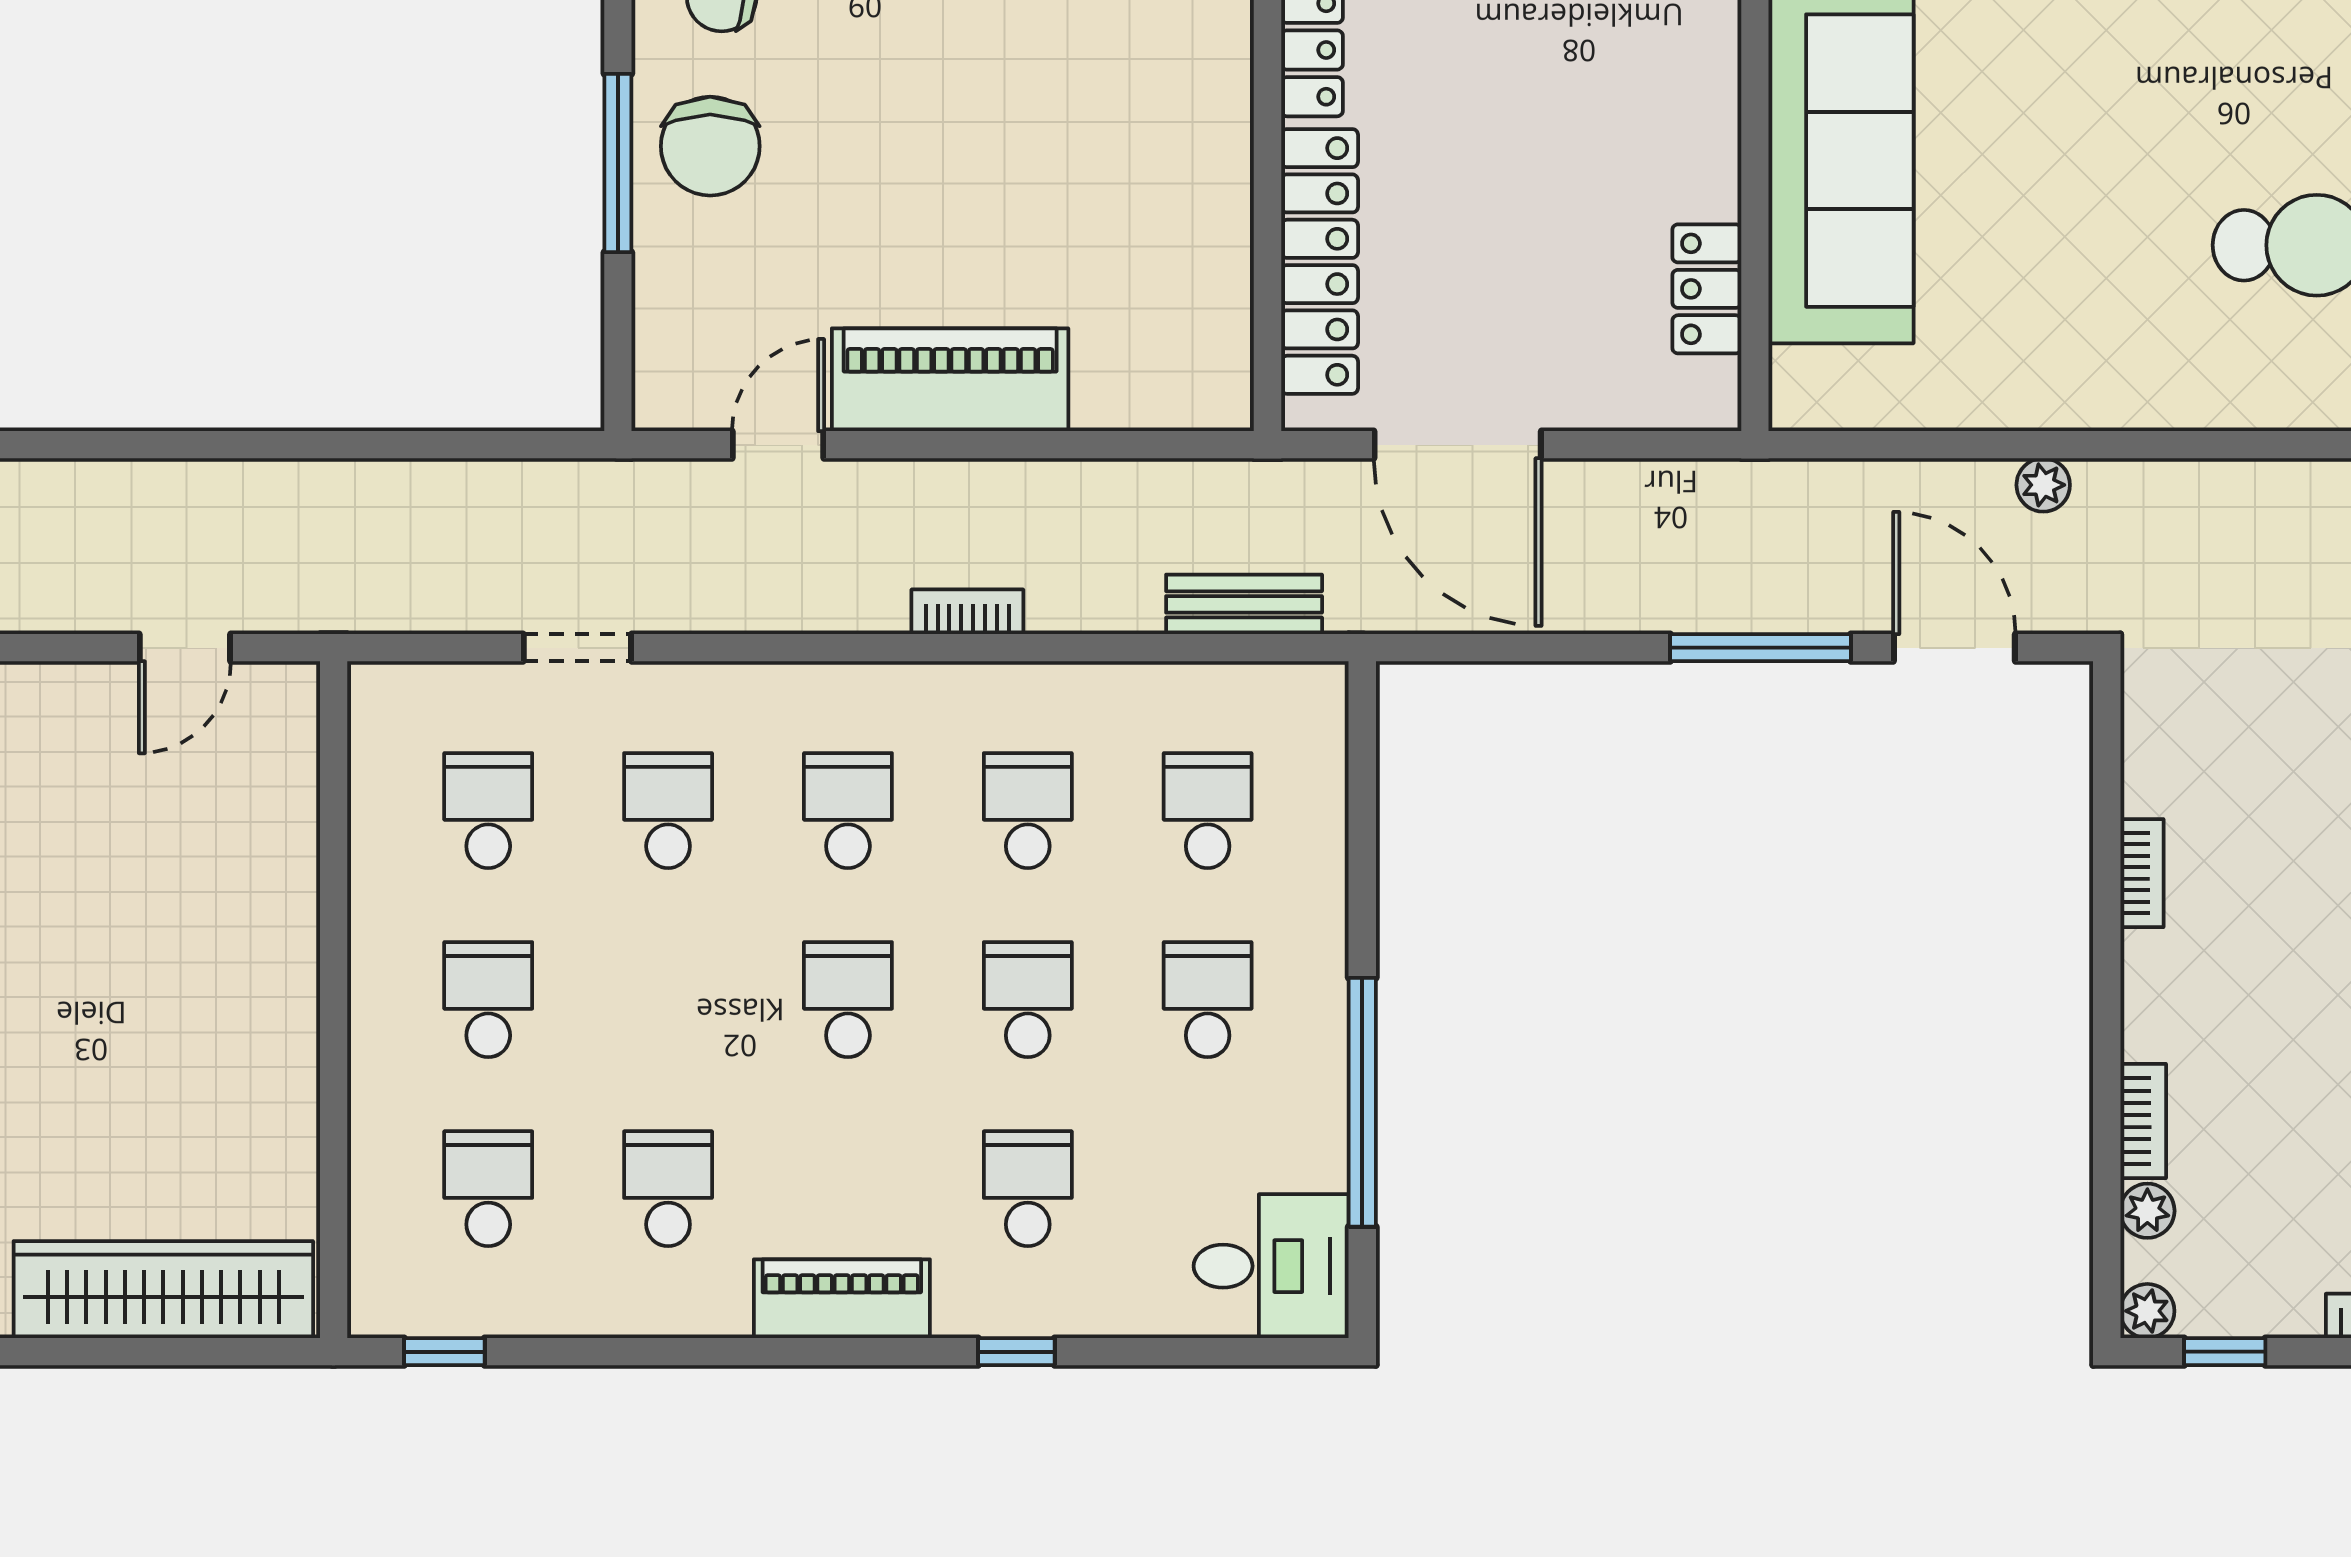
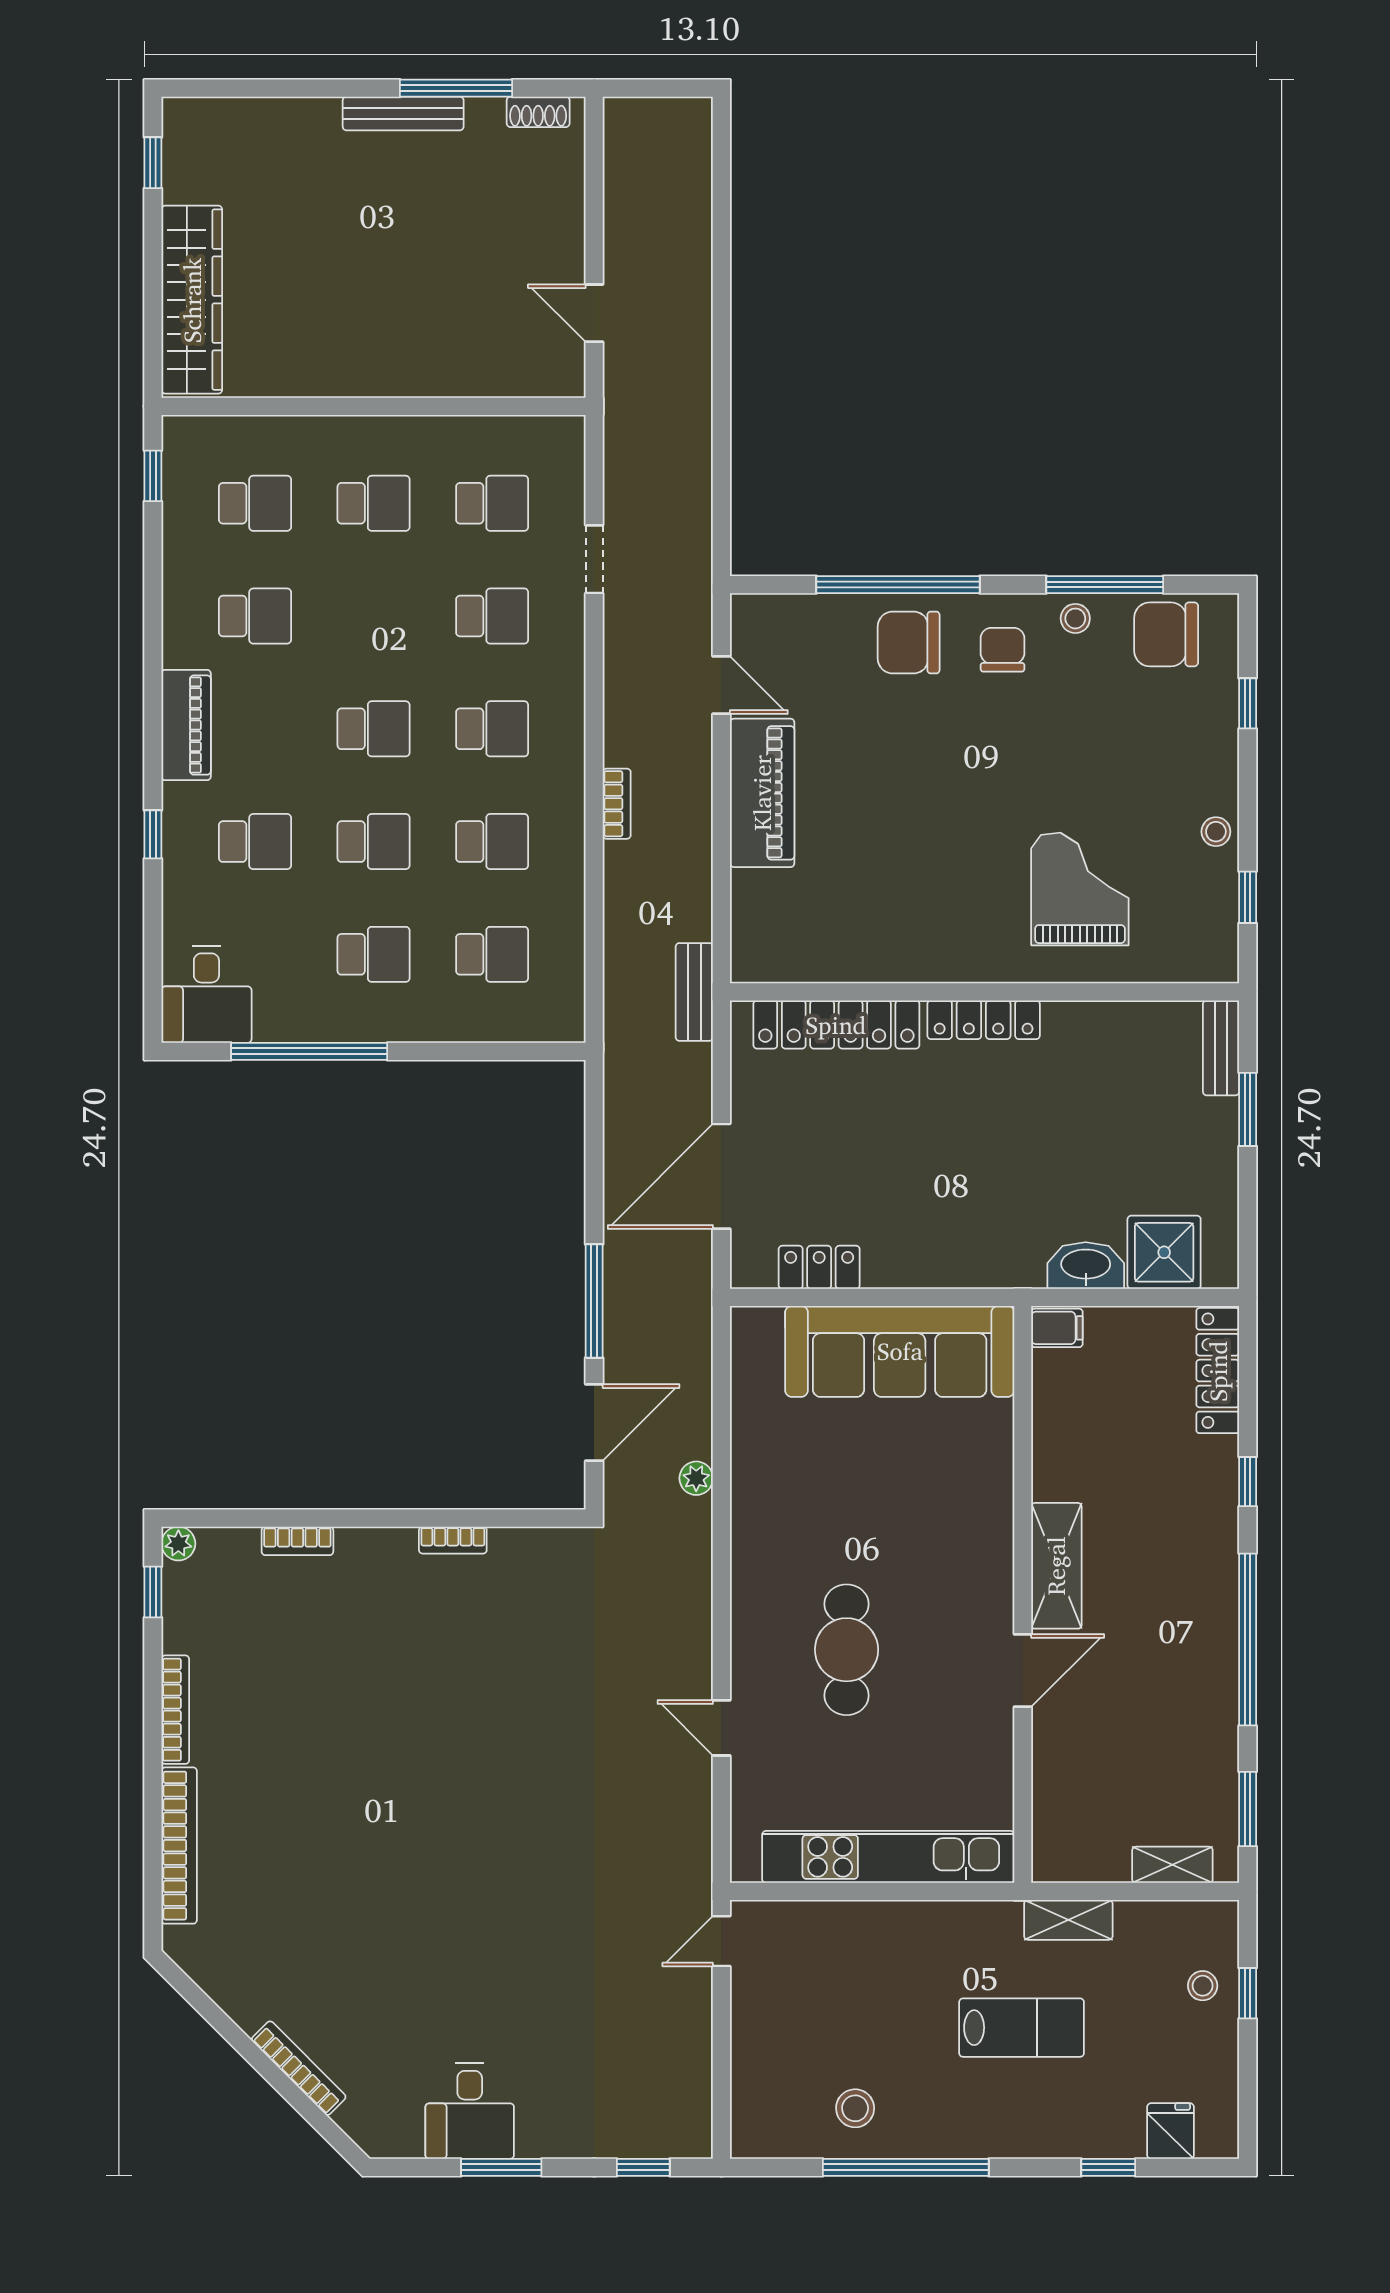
window: (618, 163) -> (898, 585), width x1.46
door: (1458, 445) -> (721, 1176), moved
bench: (1244, 604) -> (694, 992), moved
plant: (2147, 1211) -> (241, 1544), removed

